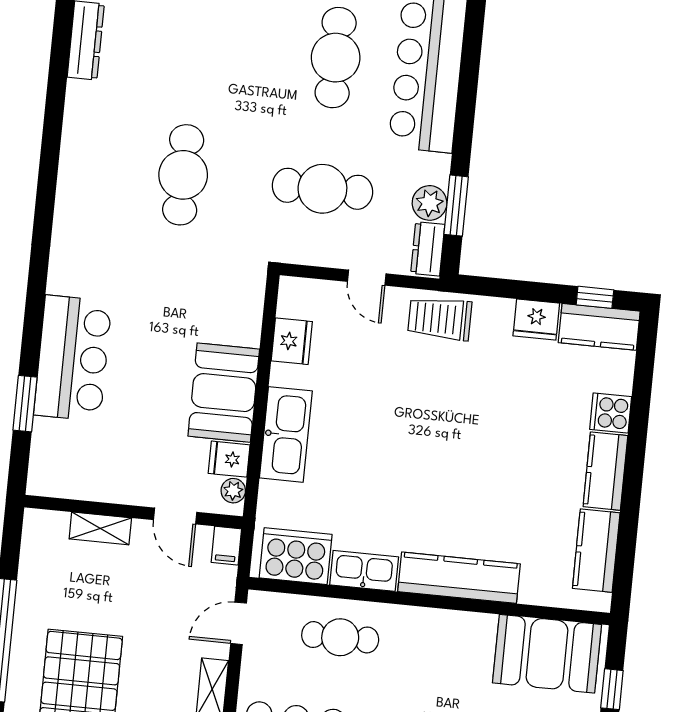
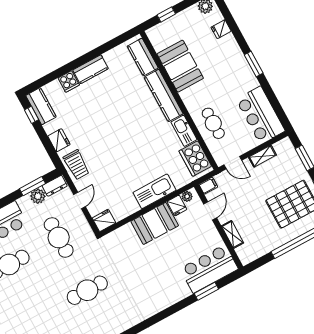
fridge: (536, 320) -> (59, 140), moved
fridge: (292, 341) -> (104, 220), moved
bar counter: (73, 358) -> (209, 269), moved
kitchen counter: (596, 551) -> (143, 57), moved, turned 90
booth: (547, 654) -> (180, 66), moved

